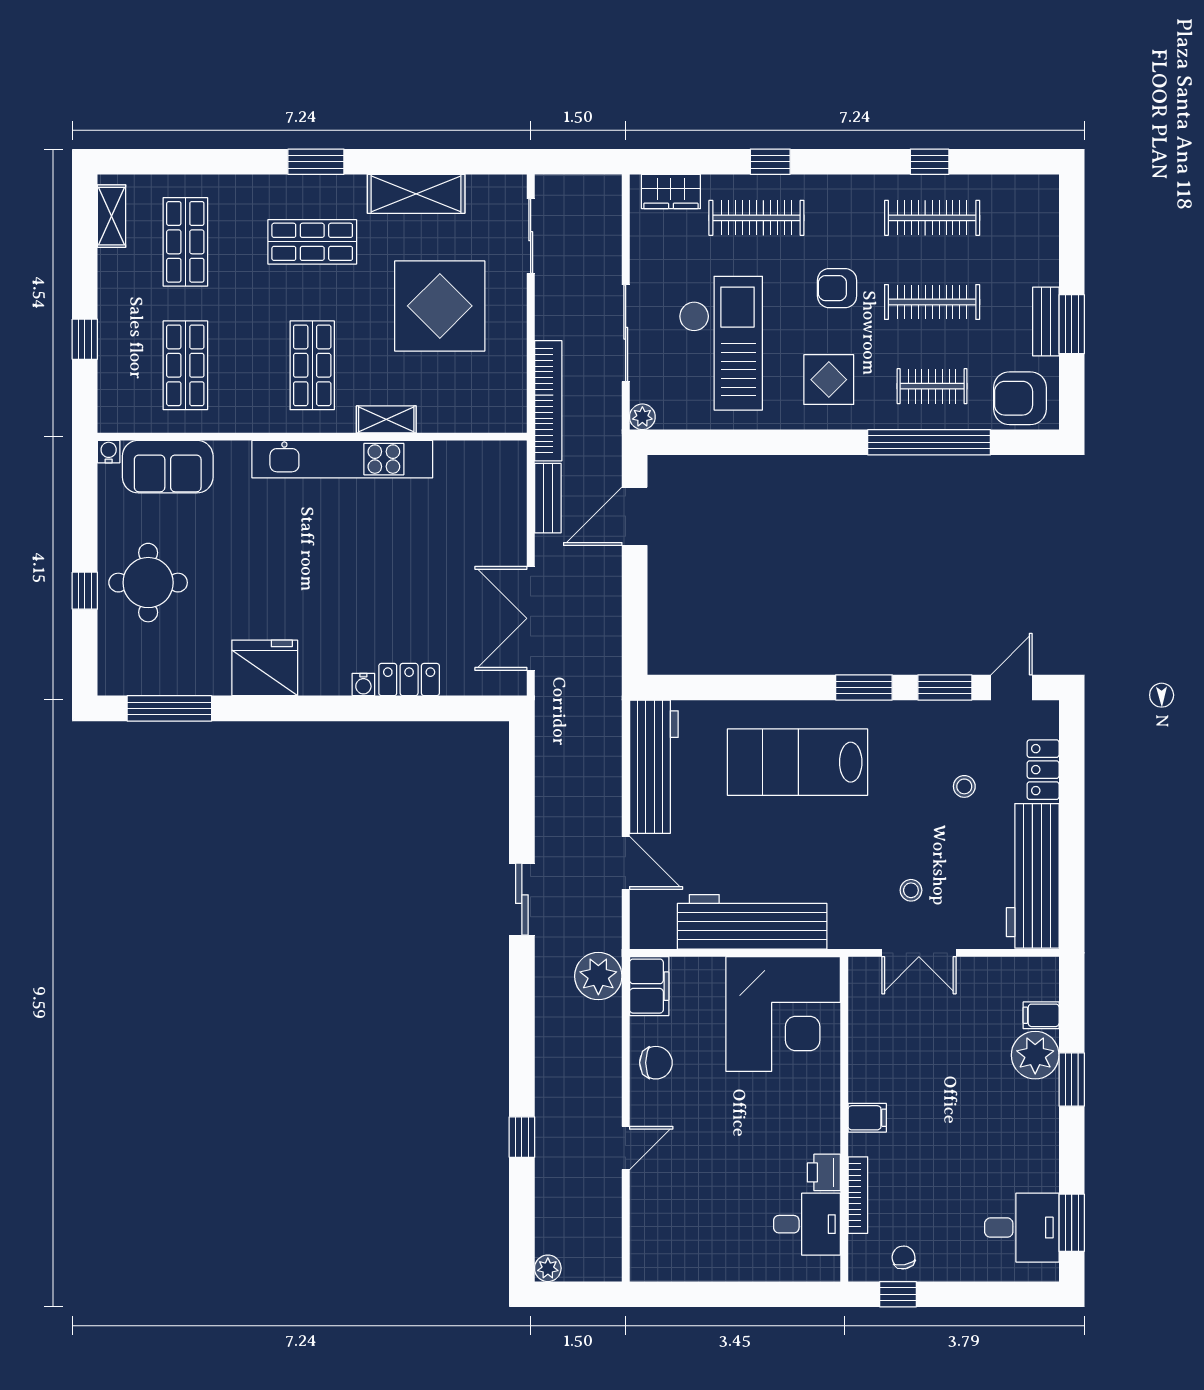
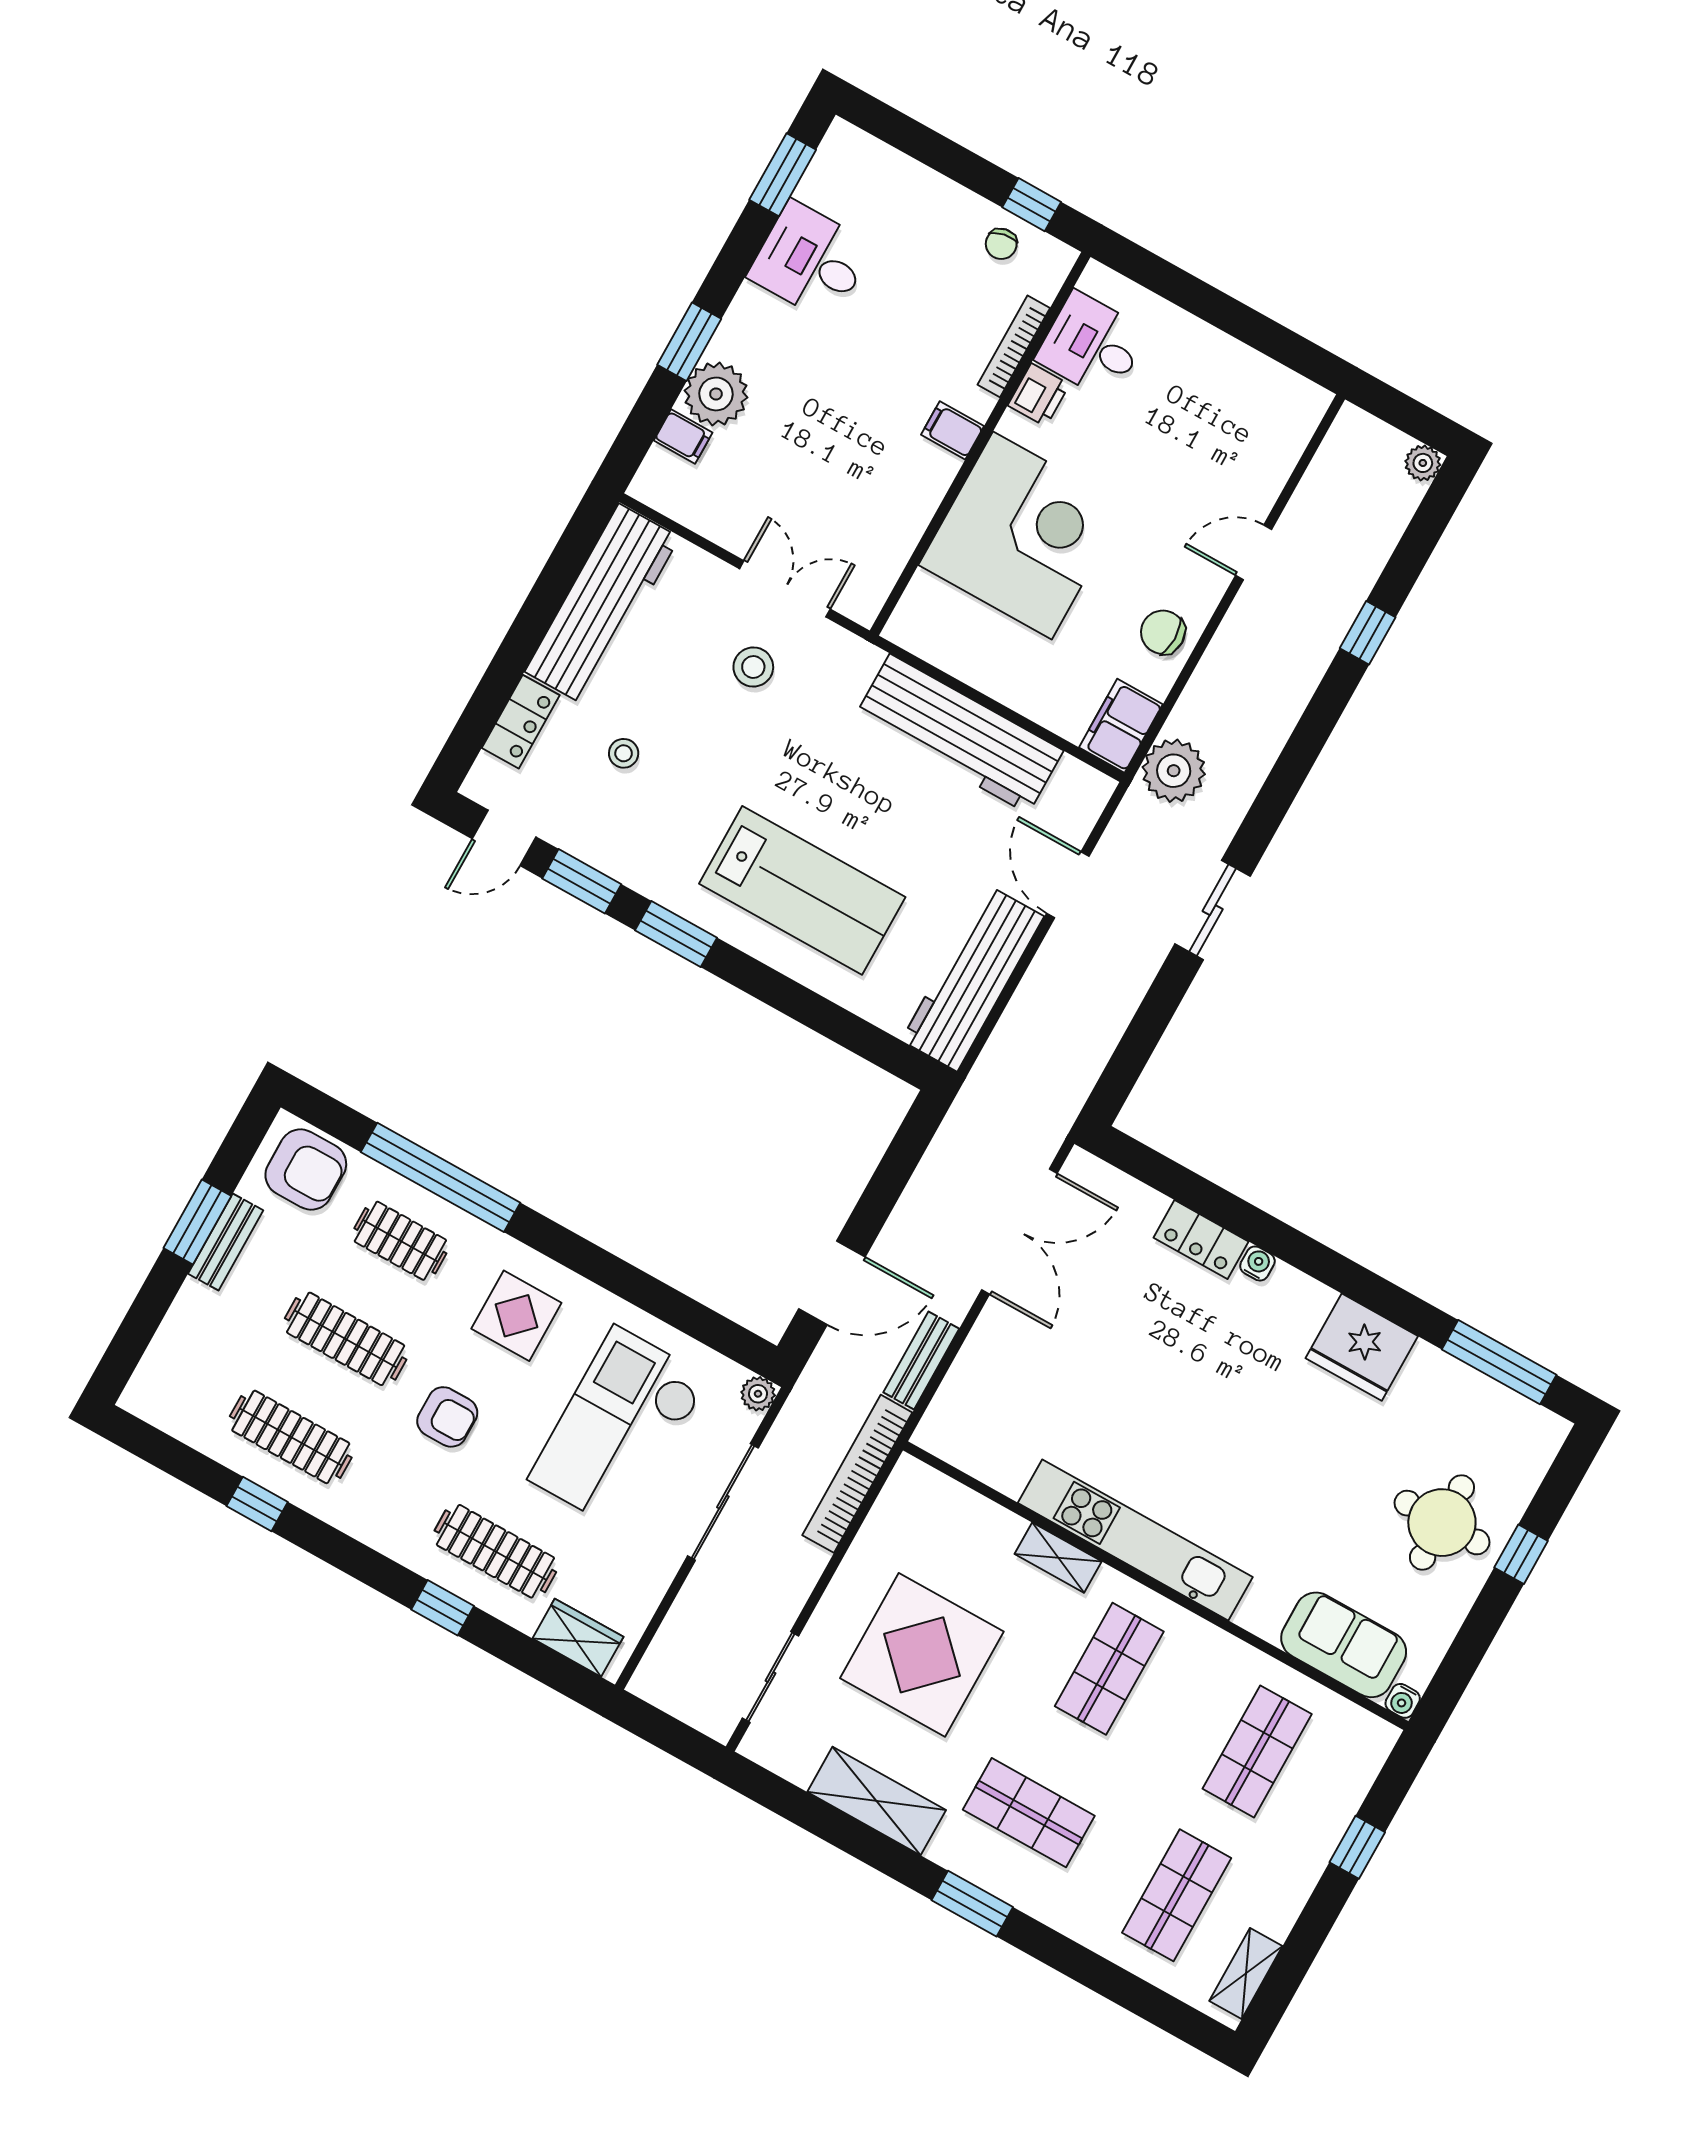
stool: (911, 890) -> (753, 667), width x1.37, depth x1.37
corner desk: (783, 1014) -> (1022, 535), moved, turned 90
desk: (1022, 1228) -> (811, 261), moved

